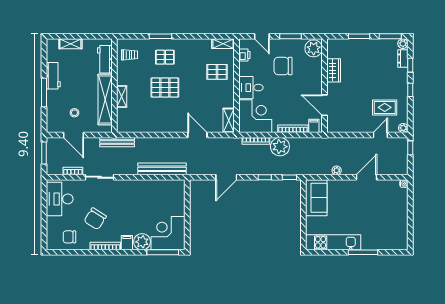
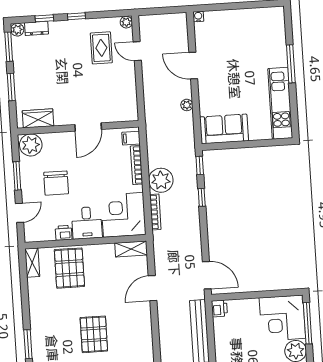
printer: (244, 55) -> (64, 233), moved
pallet: (165, 57) -> (54, 337), removed
wardrobe: (334, 70) -> (38, 118), moved
pallet: (217, 72) -> (69, 268), width x1.50, depth x1.42
door: (325, 105) -> (88, 127), moved
window: (410, 148) -> (151, 11), removed
door: (226, 177) -> (207, 275), moved
printer: (178, 185) -> (219, 308), added

